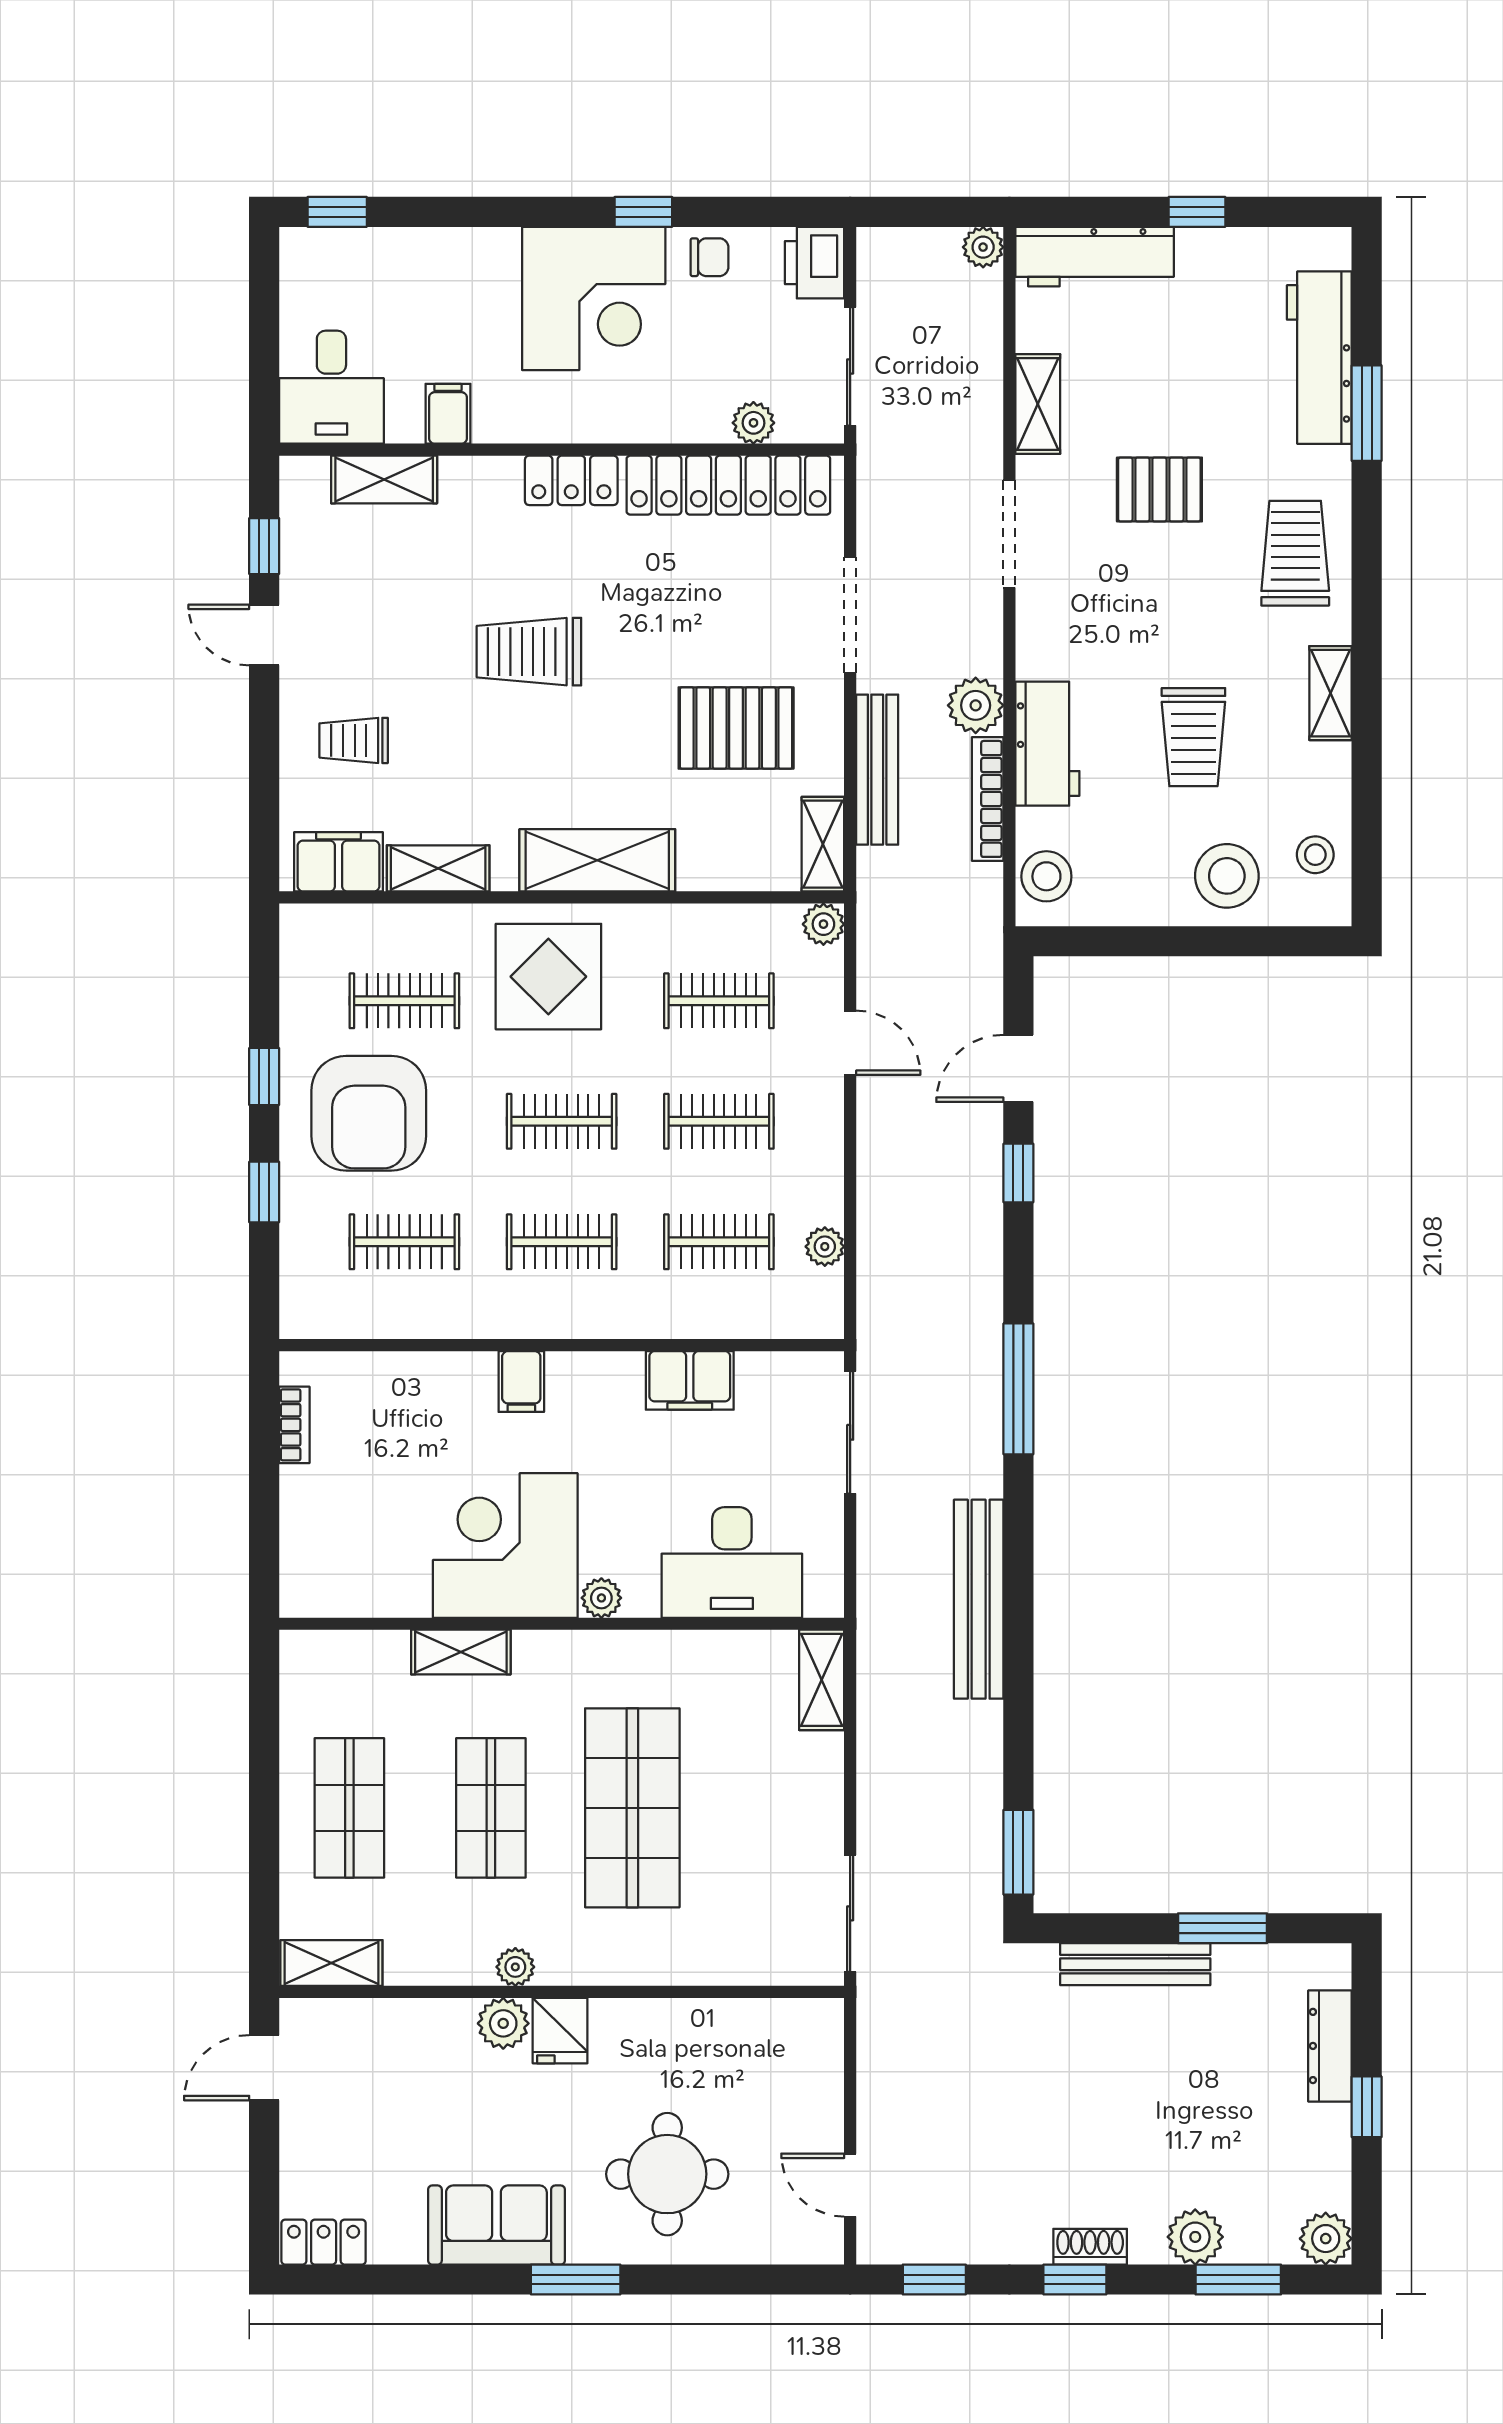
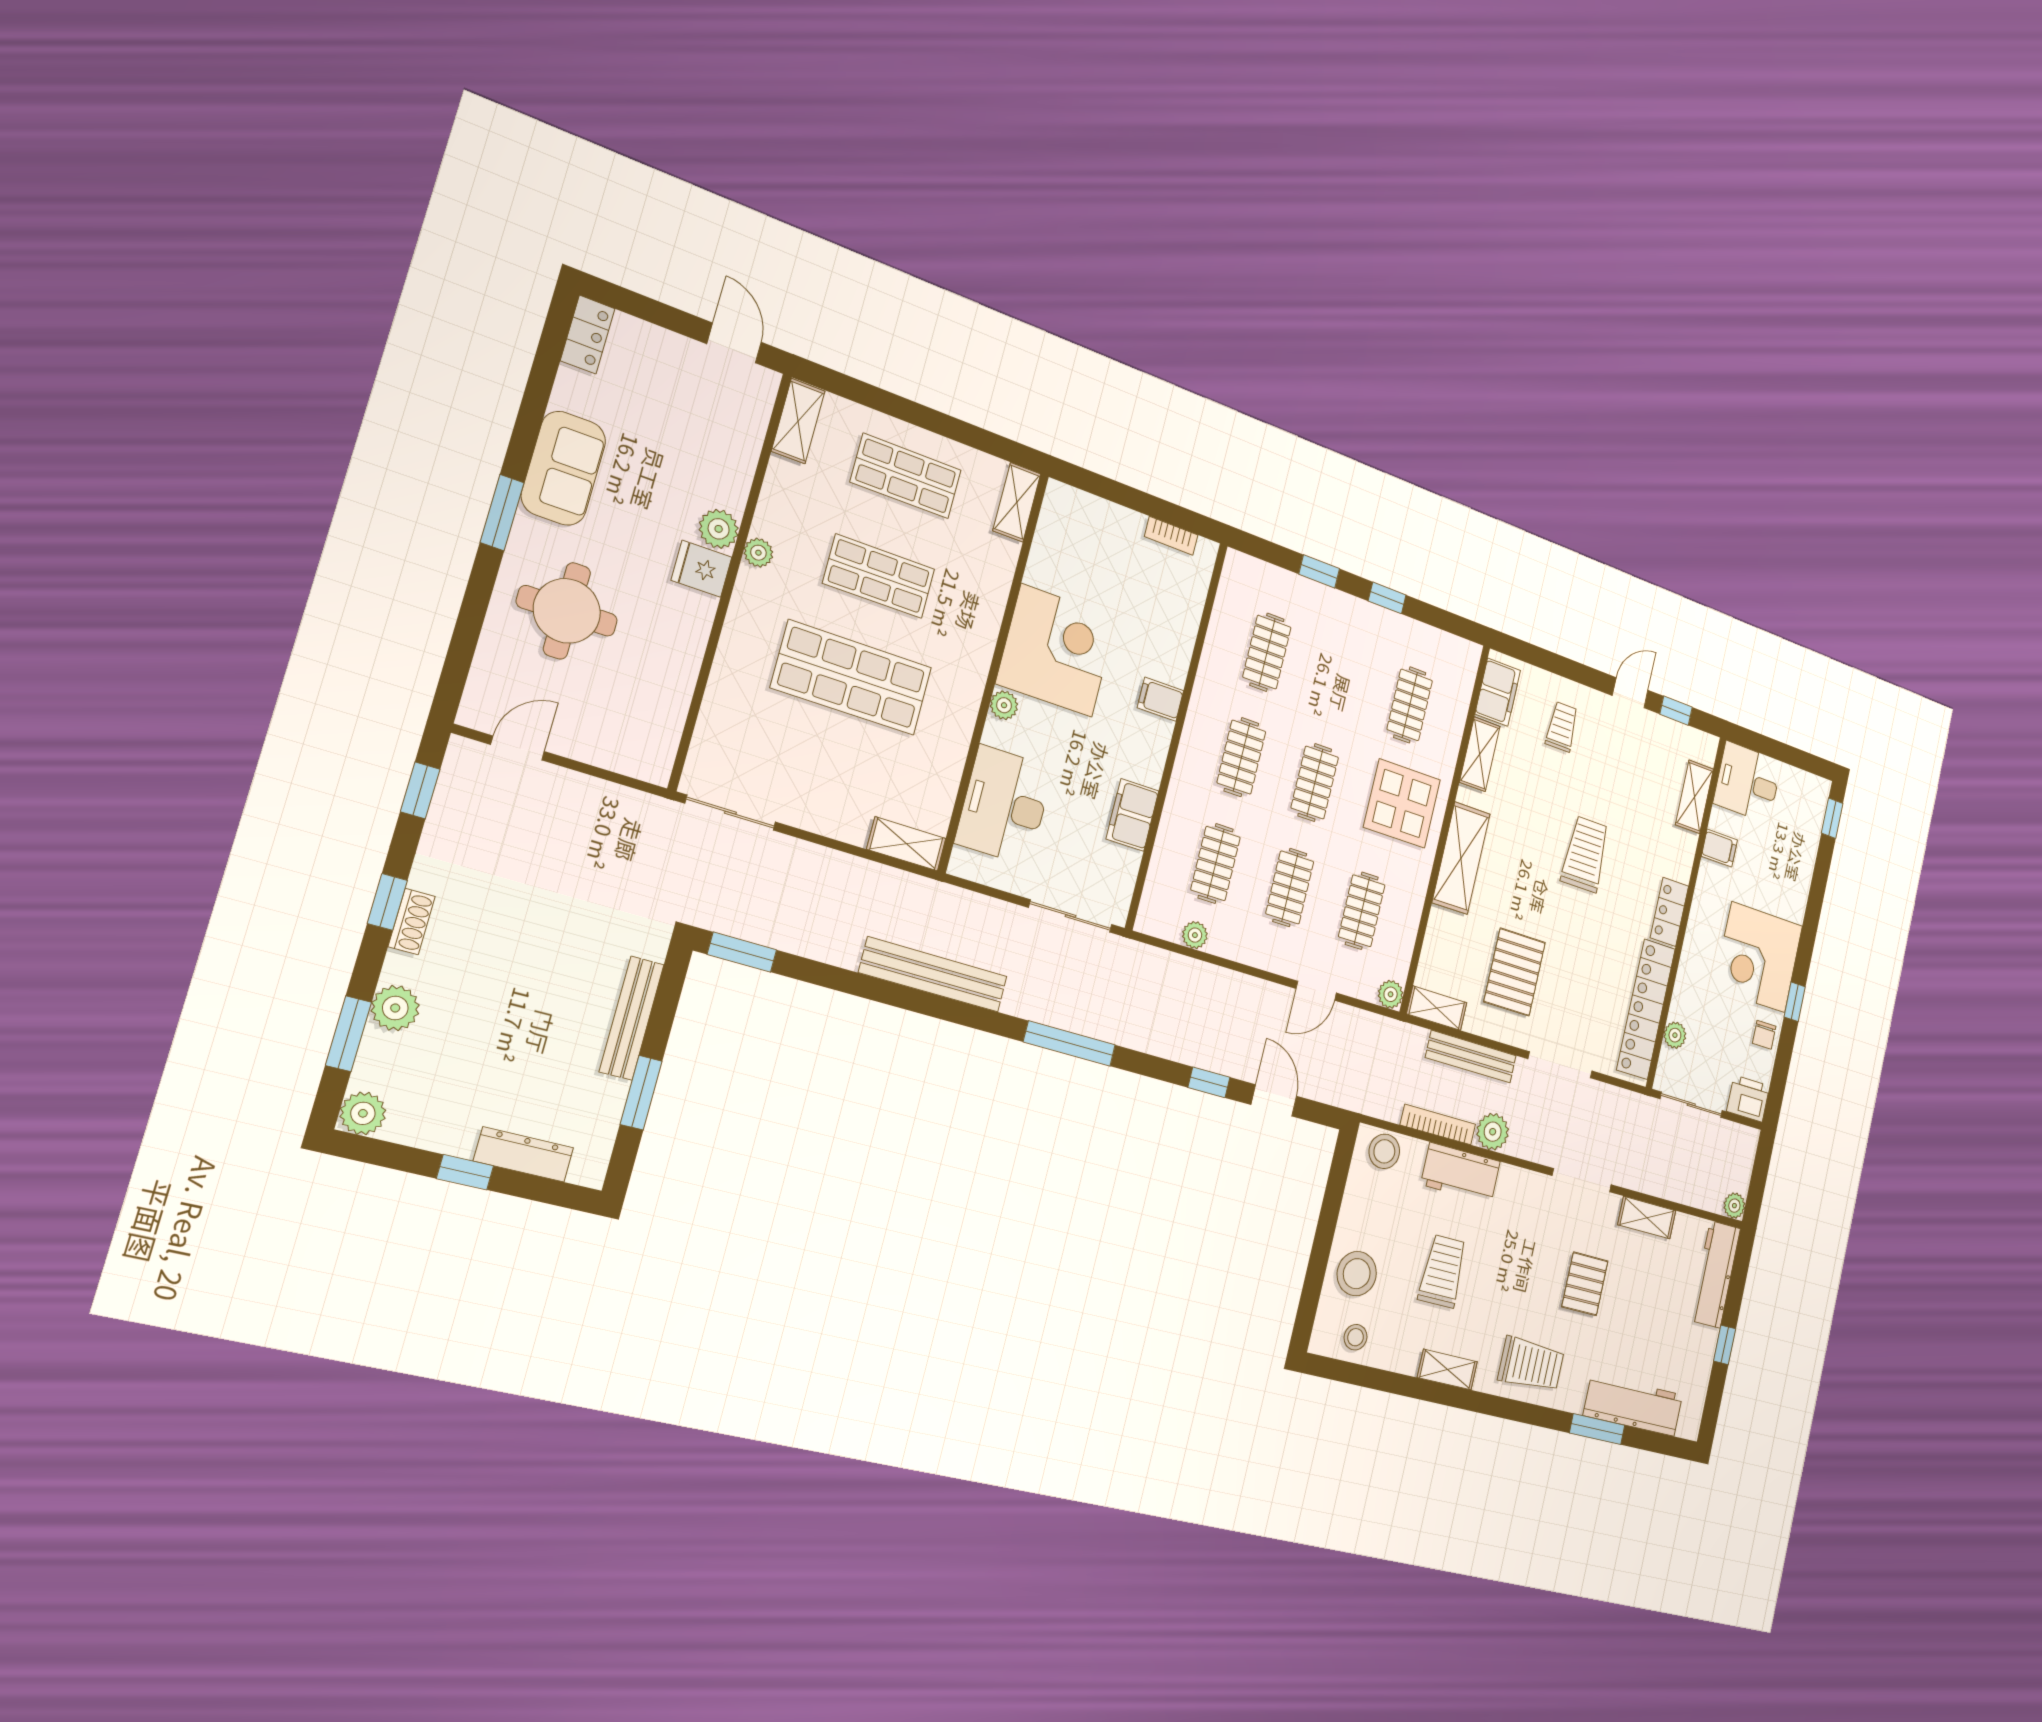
trolley: (1193, 737) -> (1443, 1271), turned 90
armchair: (369, 1113) -> (1350, 657), removed
shelving: (461, 1652) -> (1017, 502), moved

